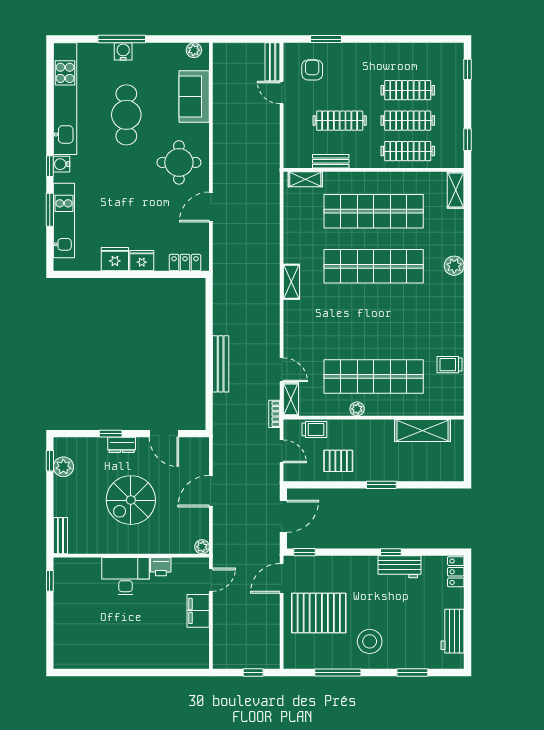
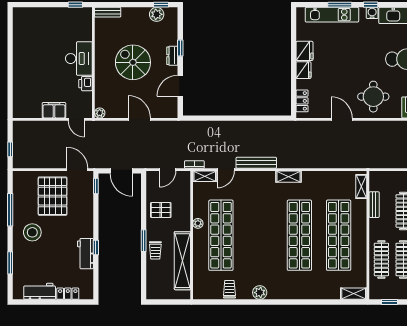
plant: (454, 266) -> (260, 293), moved
bench: (221, 364) -> (256, 163), moved
trolley: (314, 429) -> (155, 250), moved
shelving: (422, 431) -> (182, 261), width x1.47
pallet: (338, 461) -> (161, 210), turned 90
locker: (456, 572) -> (68, 294), moved

